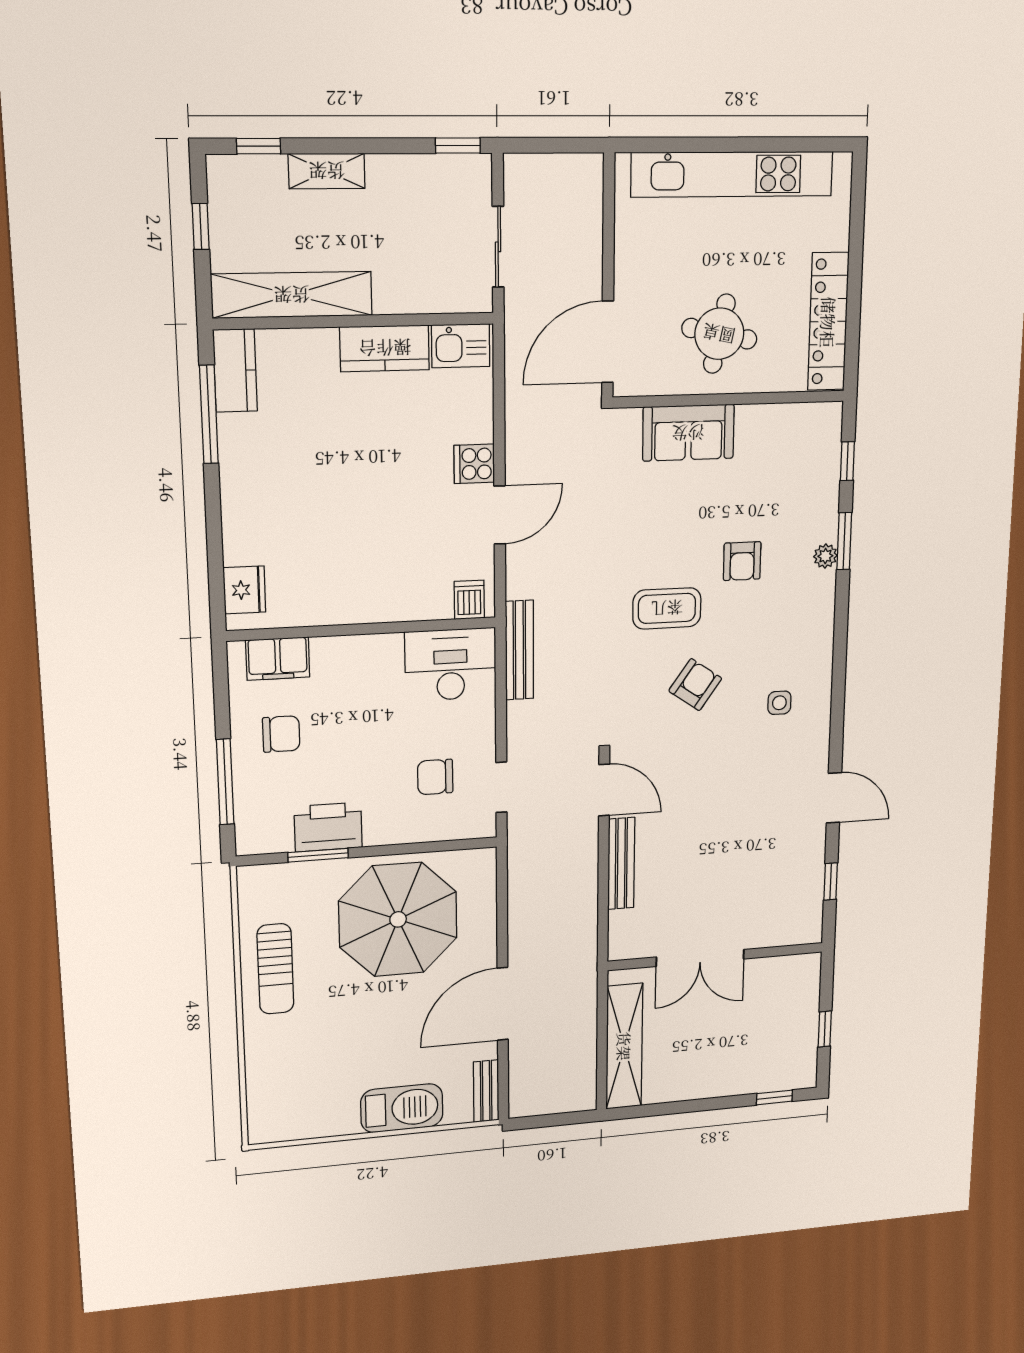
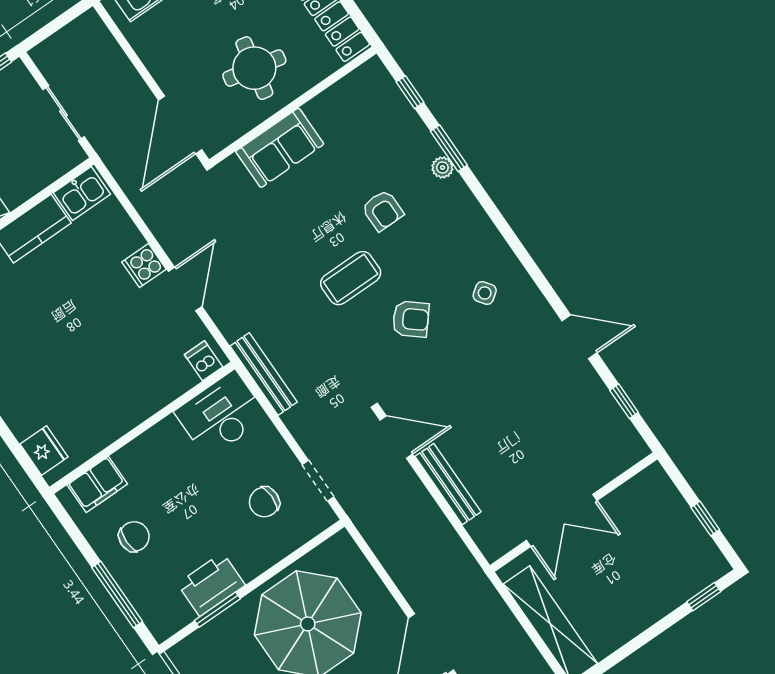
armchair: (695, 685) -> (411, 319), turned 95
side table: (779, 703) -> (485, 293), turned -36

